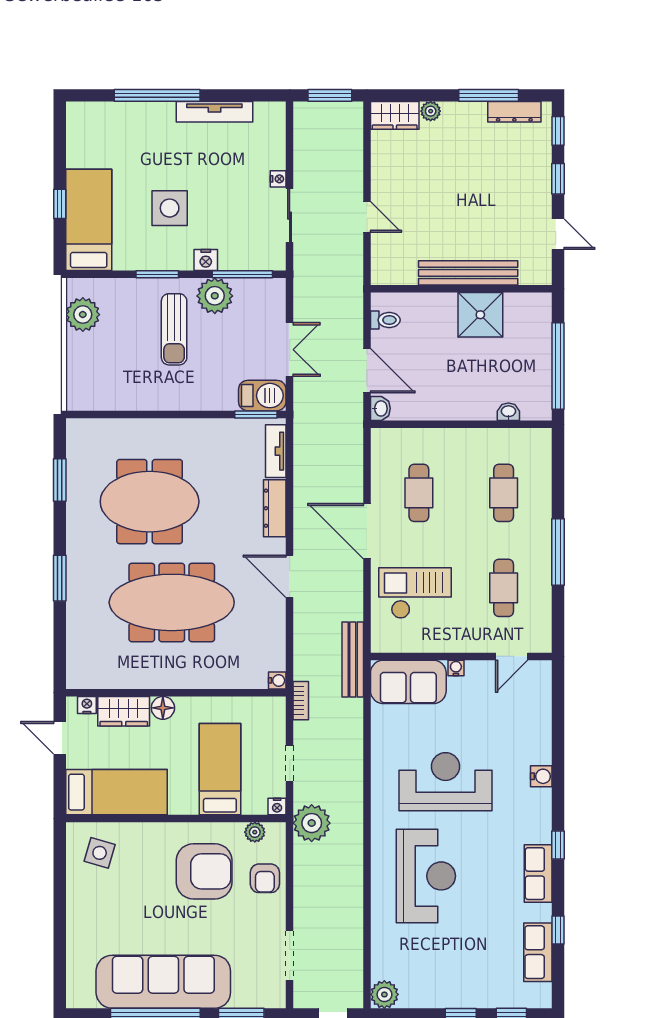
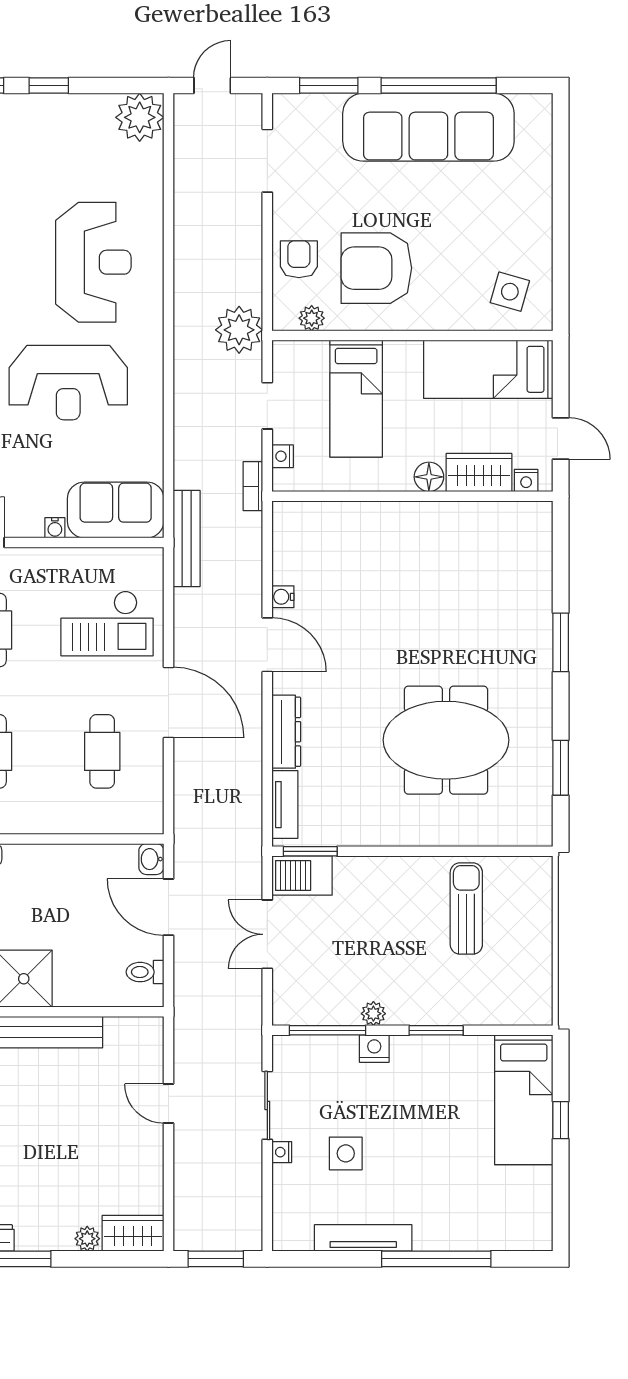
side table: (170, 208) -> (346, 1153), moved, width x0.73, depth x0.73
plant: (215, 296) -> (373, 1014), width x0.53, depth x0.53
plant: (83, 315) -> (531, 979), removed
sun lounger: (174, 329) -> (466, 909), moved
meeting table: (172, 602) -> (418, 611), removed
water cooler: (277, 680) -> (283, 597), moved
nightstand: (277, 806) -> (283, 456), moved, turned -90
reception desk: (426, 876) -> (93, 262), turned 180
plant: (384, 994) -> (140, 117), width x1.36, depth x1.36

